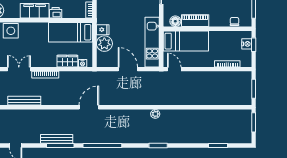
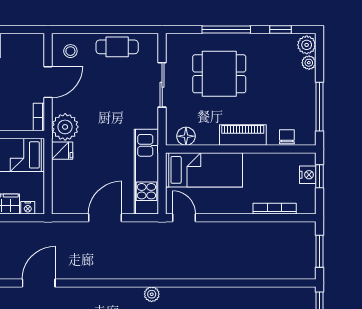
piano: (195, 21) -> (243, 135), moved
plant: (104, 44) -> (65, 127), moved
door: (128, 69) -> (105, 218), hinge flipped

